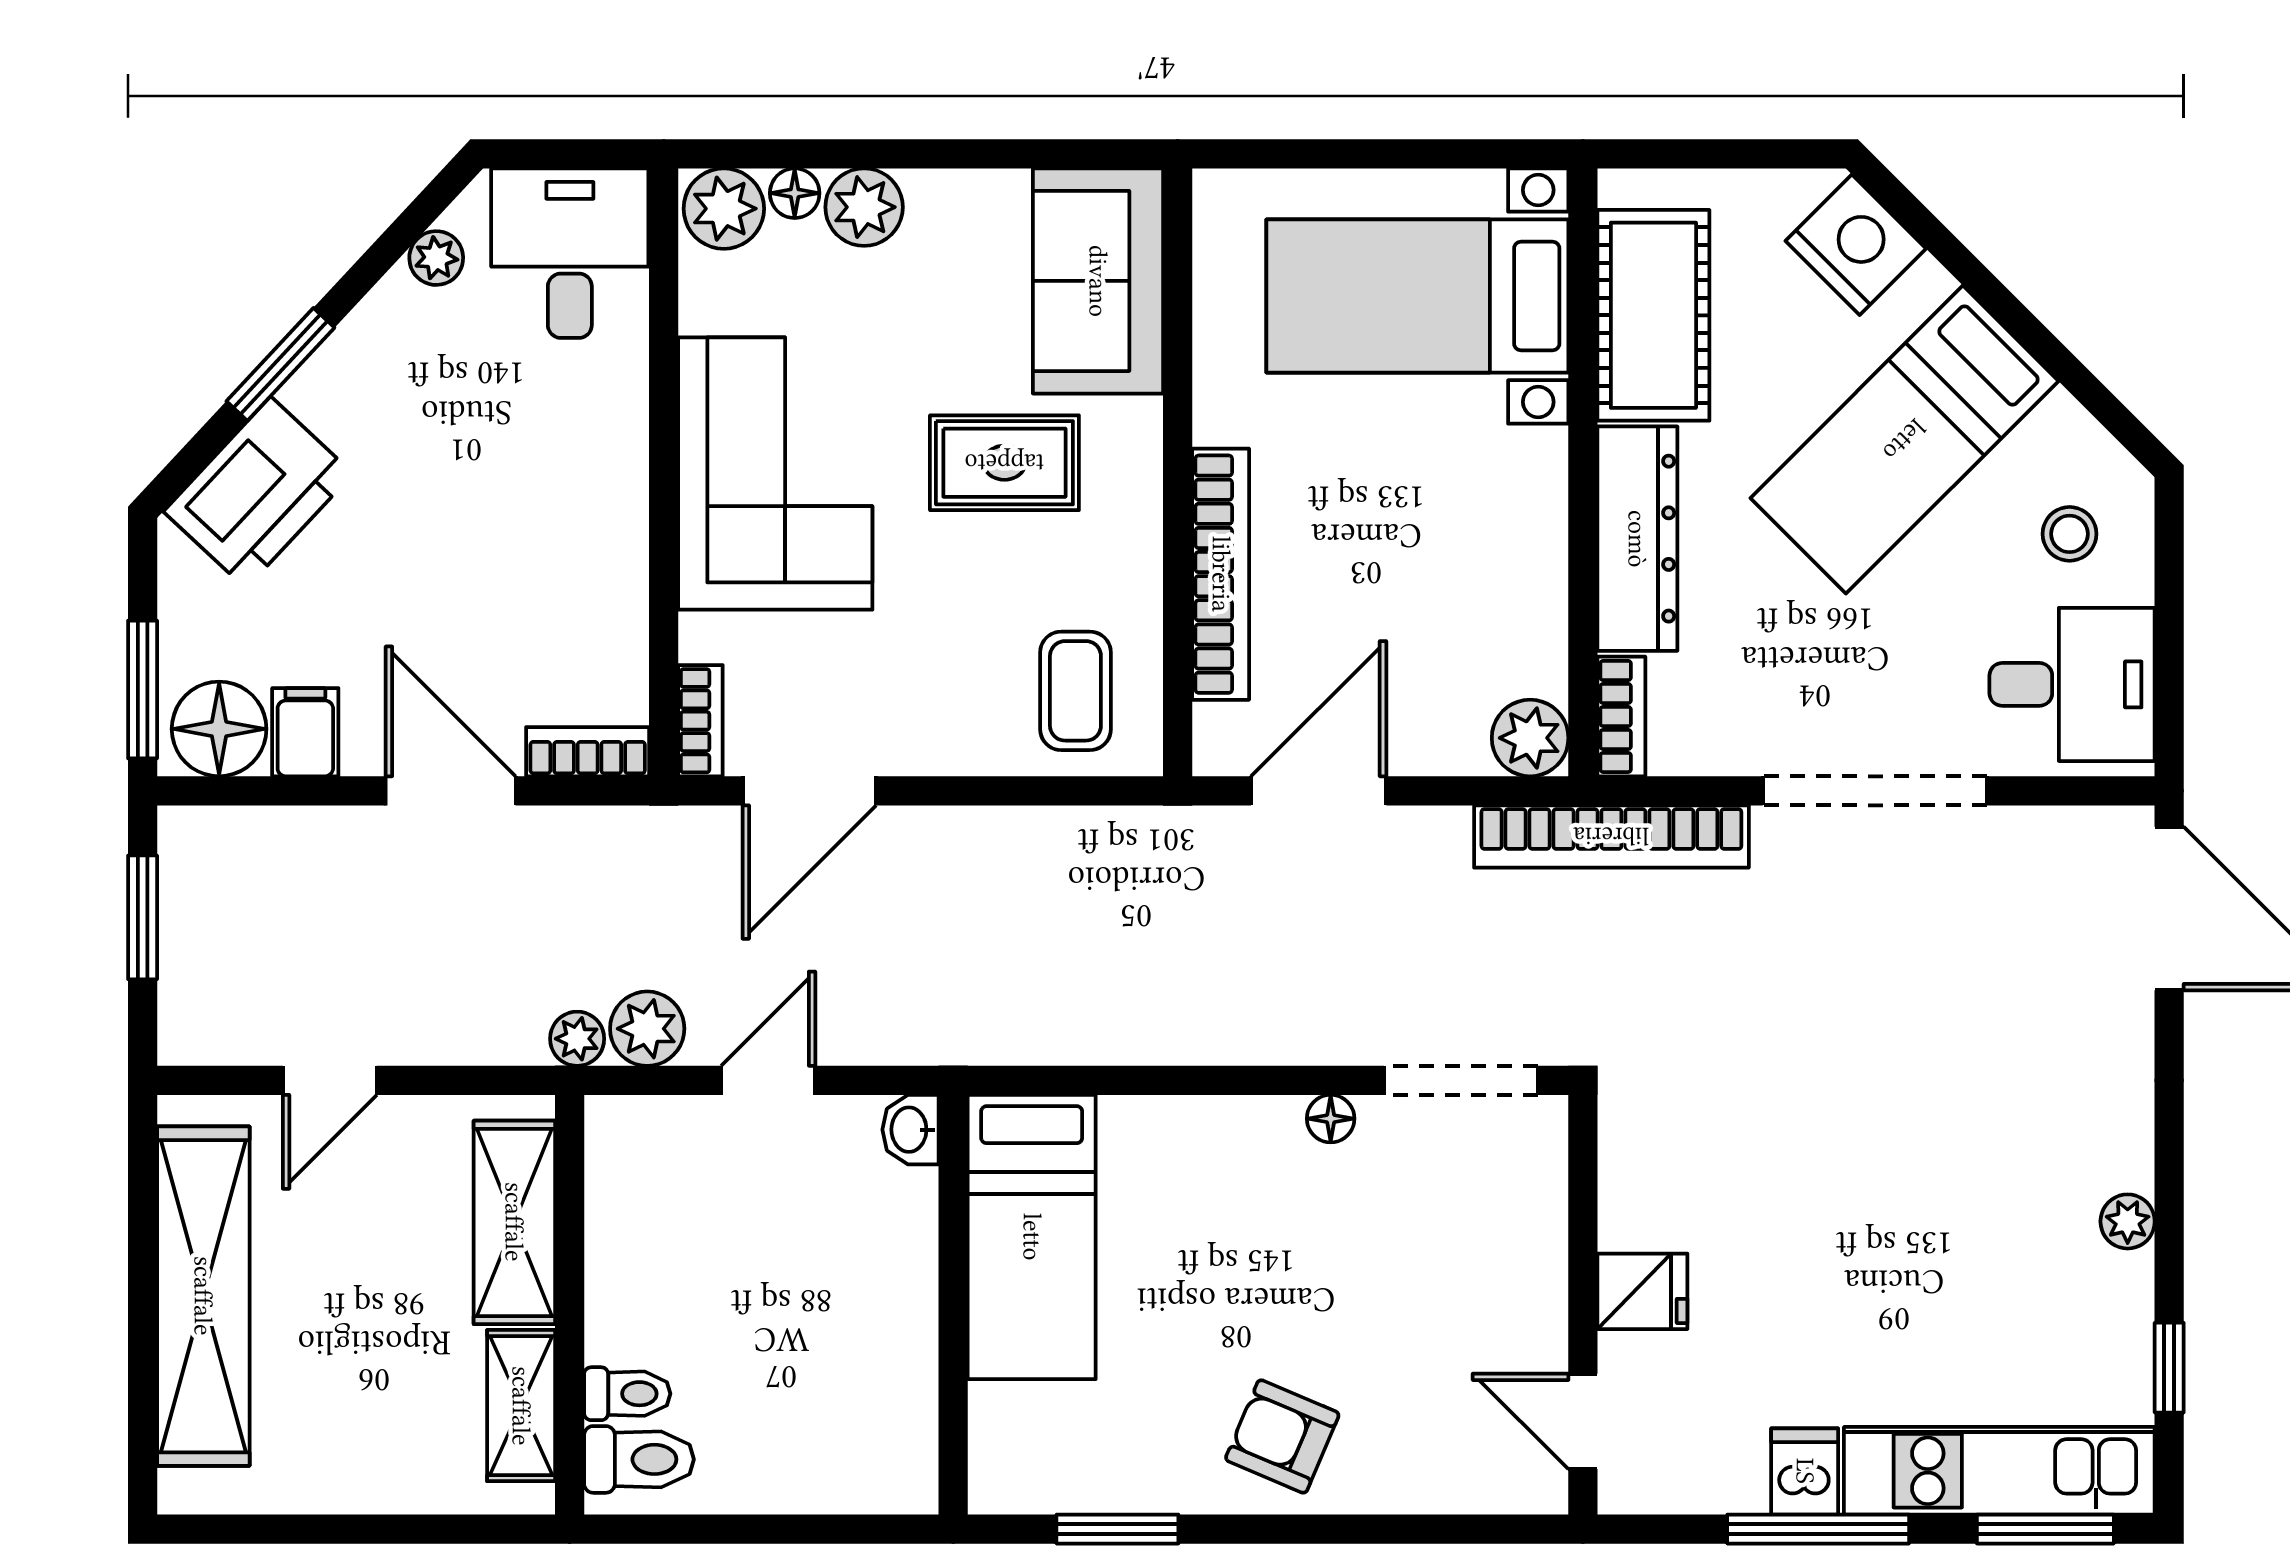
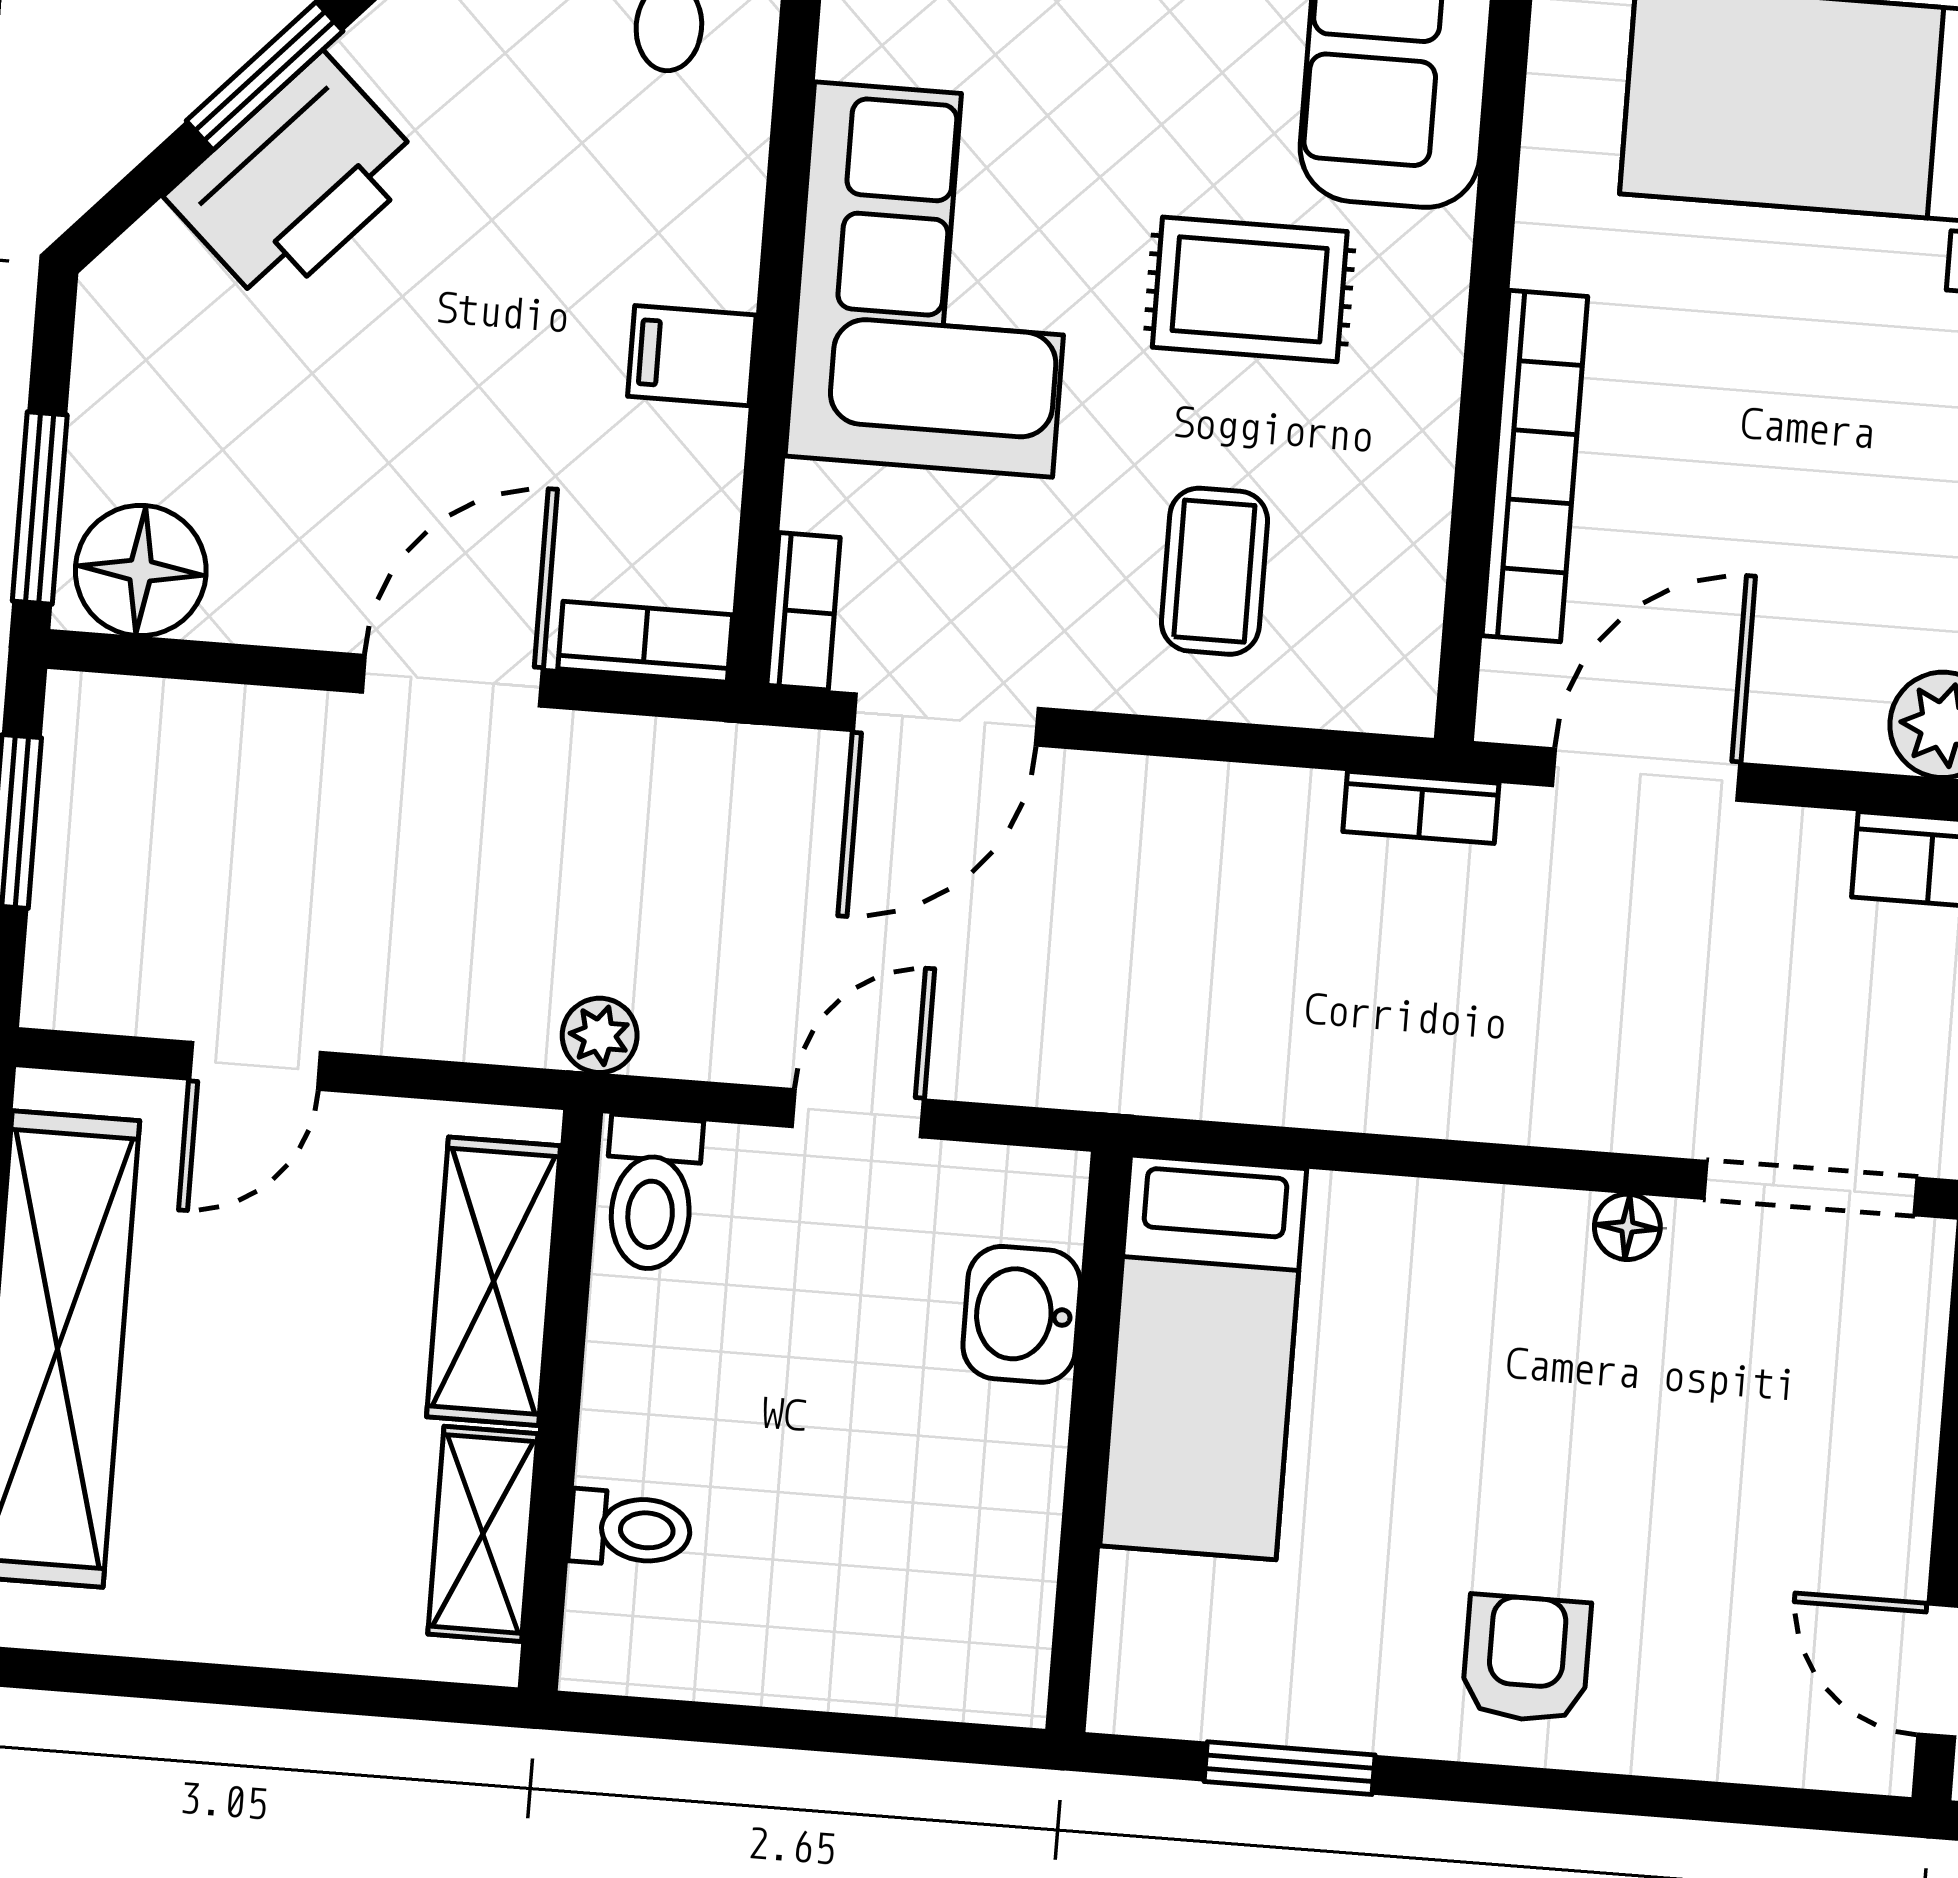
printer: (258, 493) -> (296, 180), moved
coffee table: (1075, 691) -> (1214, 571), moved
filing cabinet: (305, 732) -> (692, 356), moved, turned -90
door: (451, 791) -> (452, 681), hinge flipped
bookcase: (1158, 827) -> (1421, 807), added
plant: (647, 1029) -> (697, 1029), removed
washbasin: (911, 1130) -> (1022, 1314), moved, width x1.38, depth x1.45
armchair: (1282, 1436) -> (1526, 1659), turned 67
toilet: (639, 1459) -> (652, 1193), moved, turned 90

